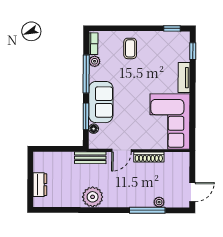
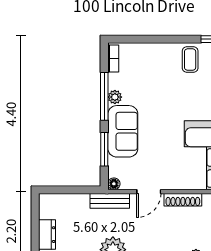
coffee table: (130, 48) -> (190, 60), moved
plant: (95, 61) -> (115, 97), moved
floor lamp: (94, 129) -> (114, 184), moved

